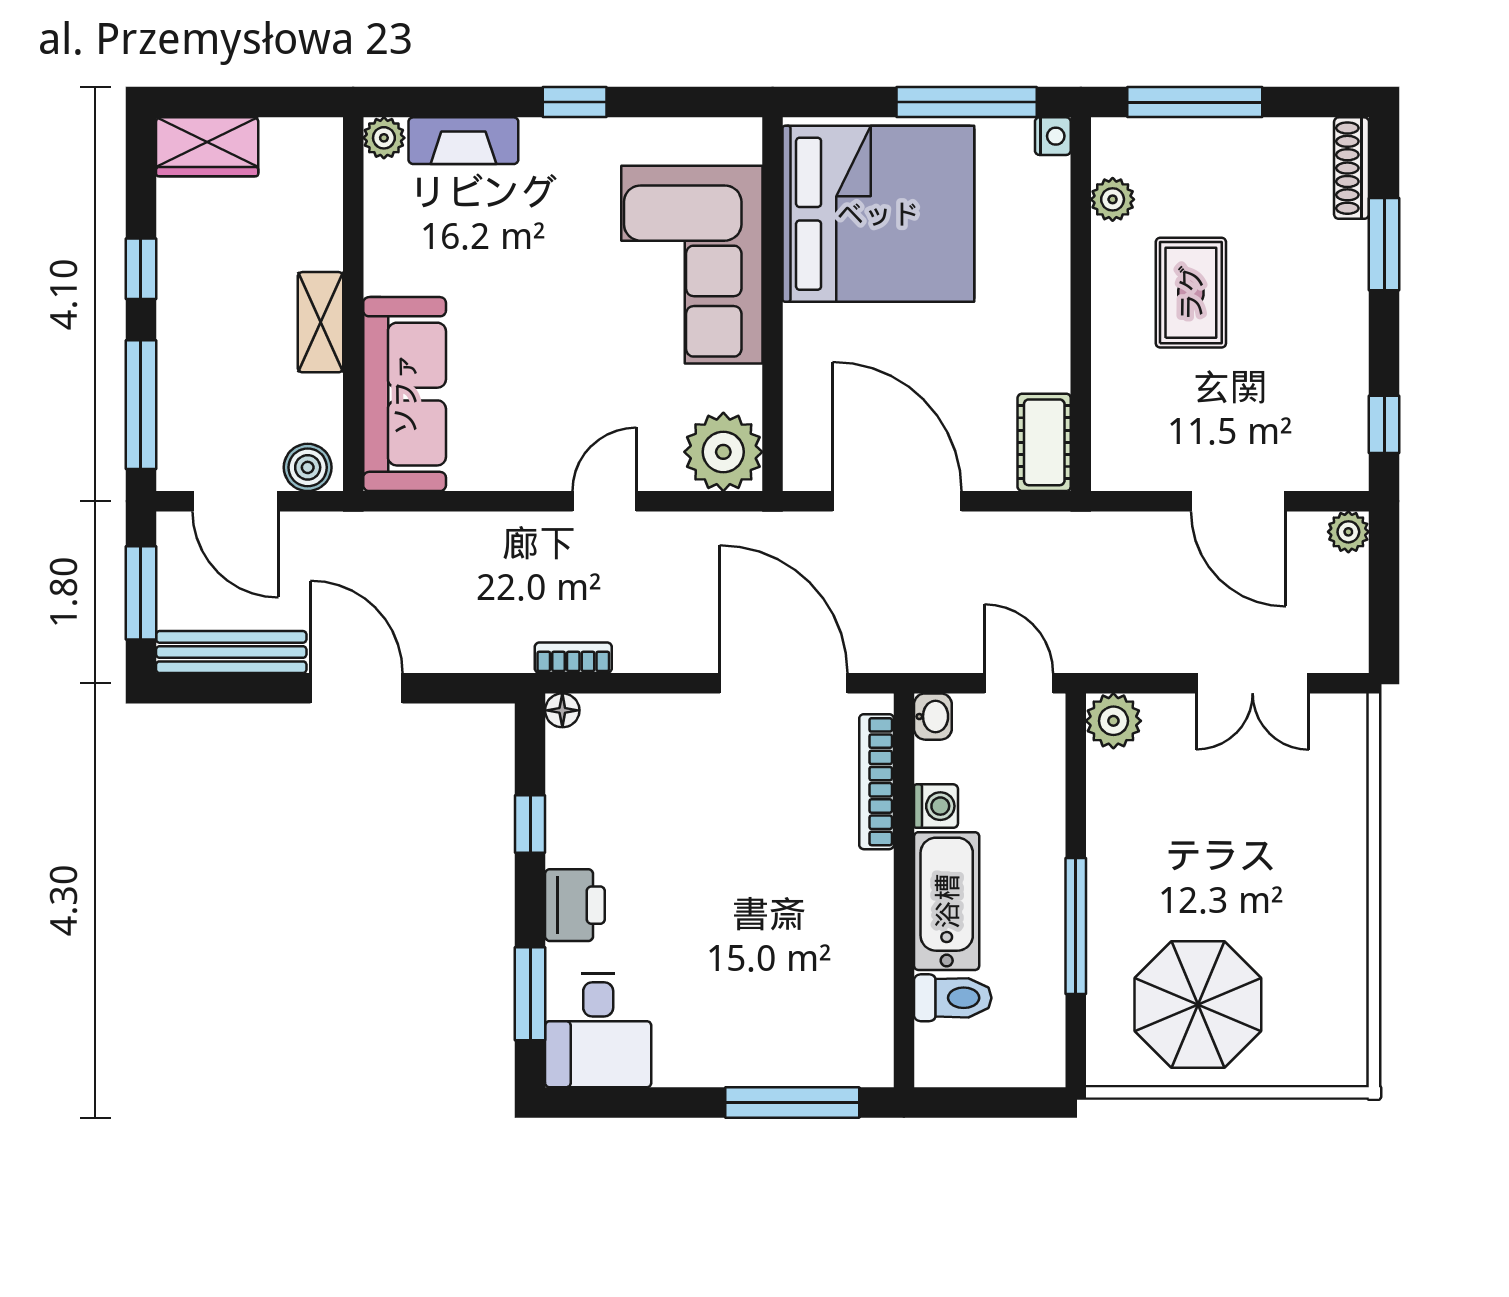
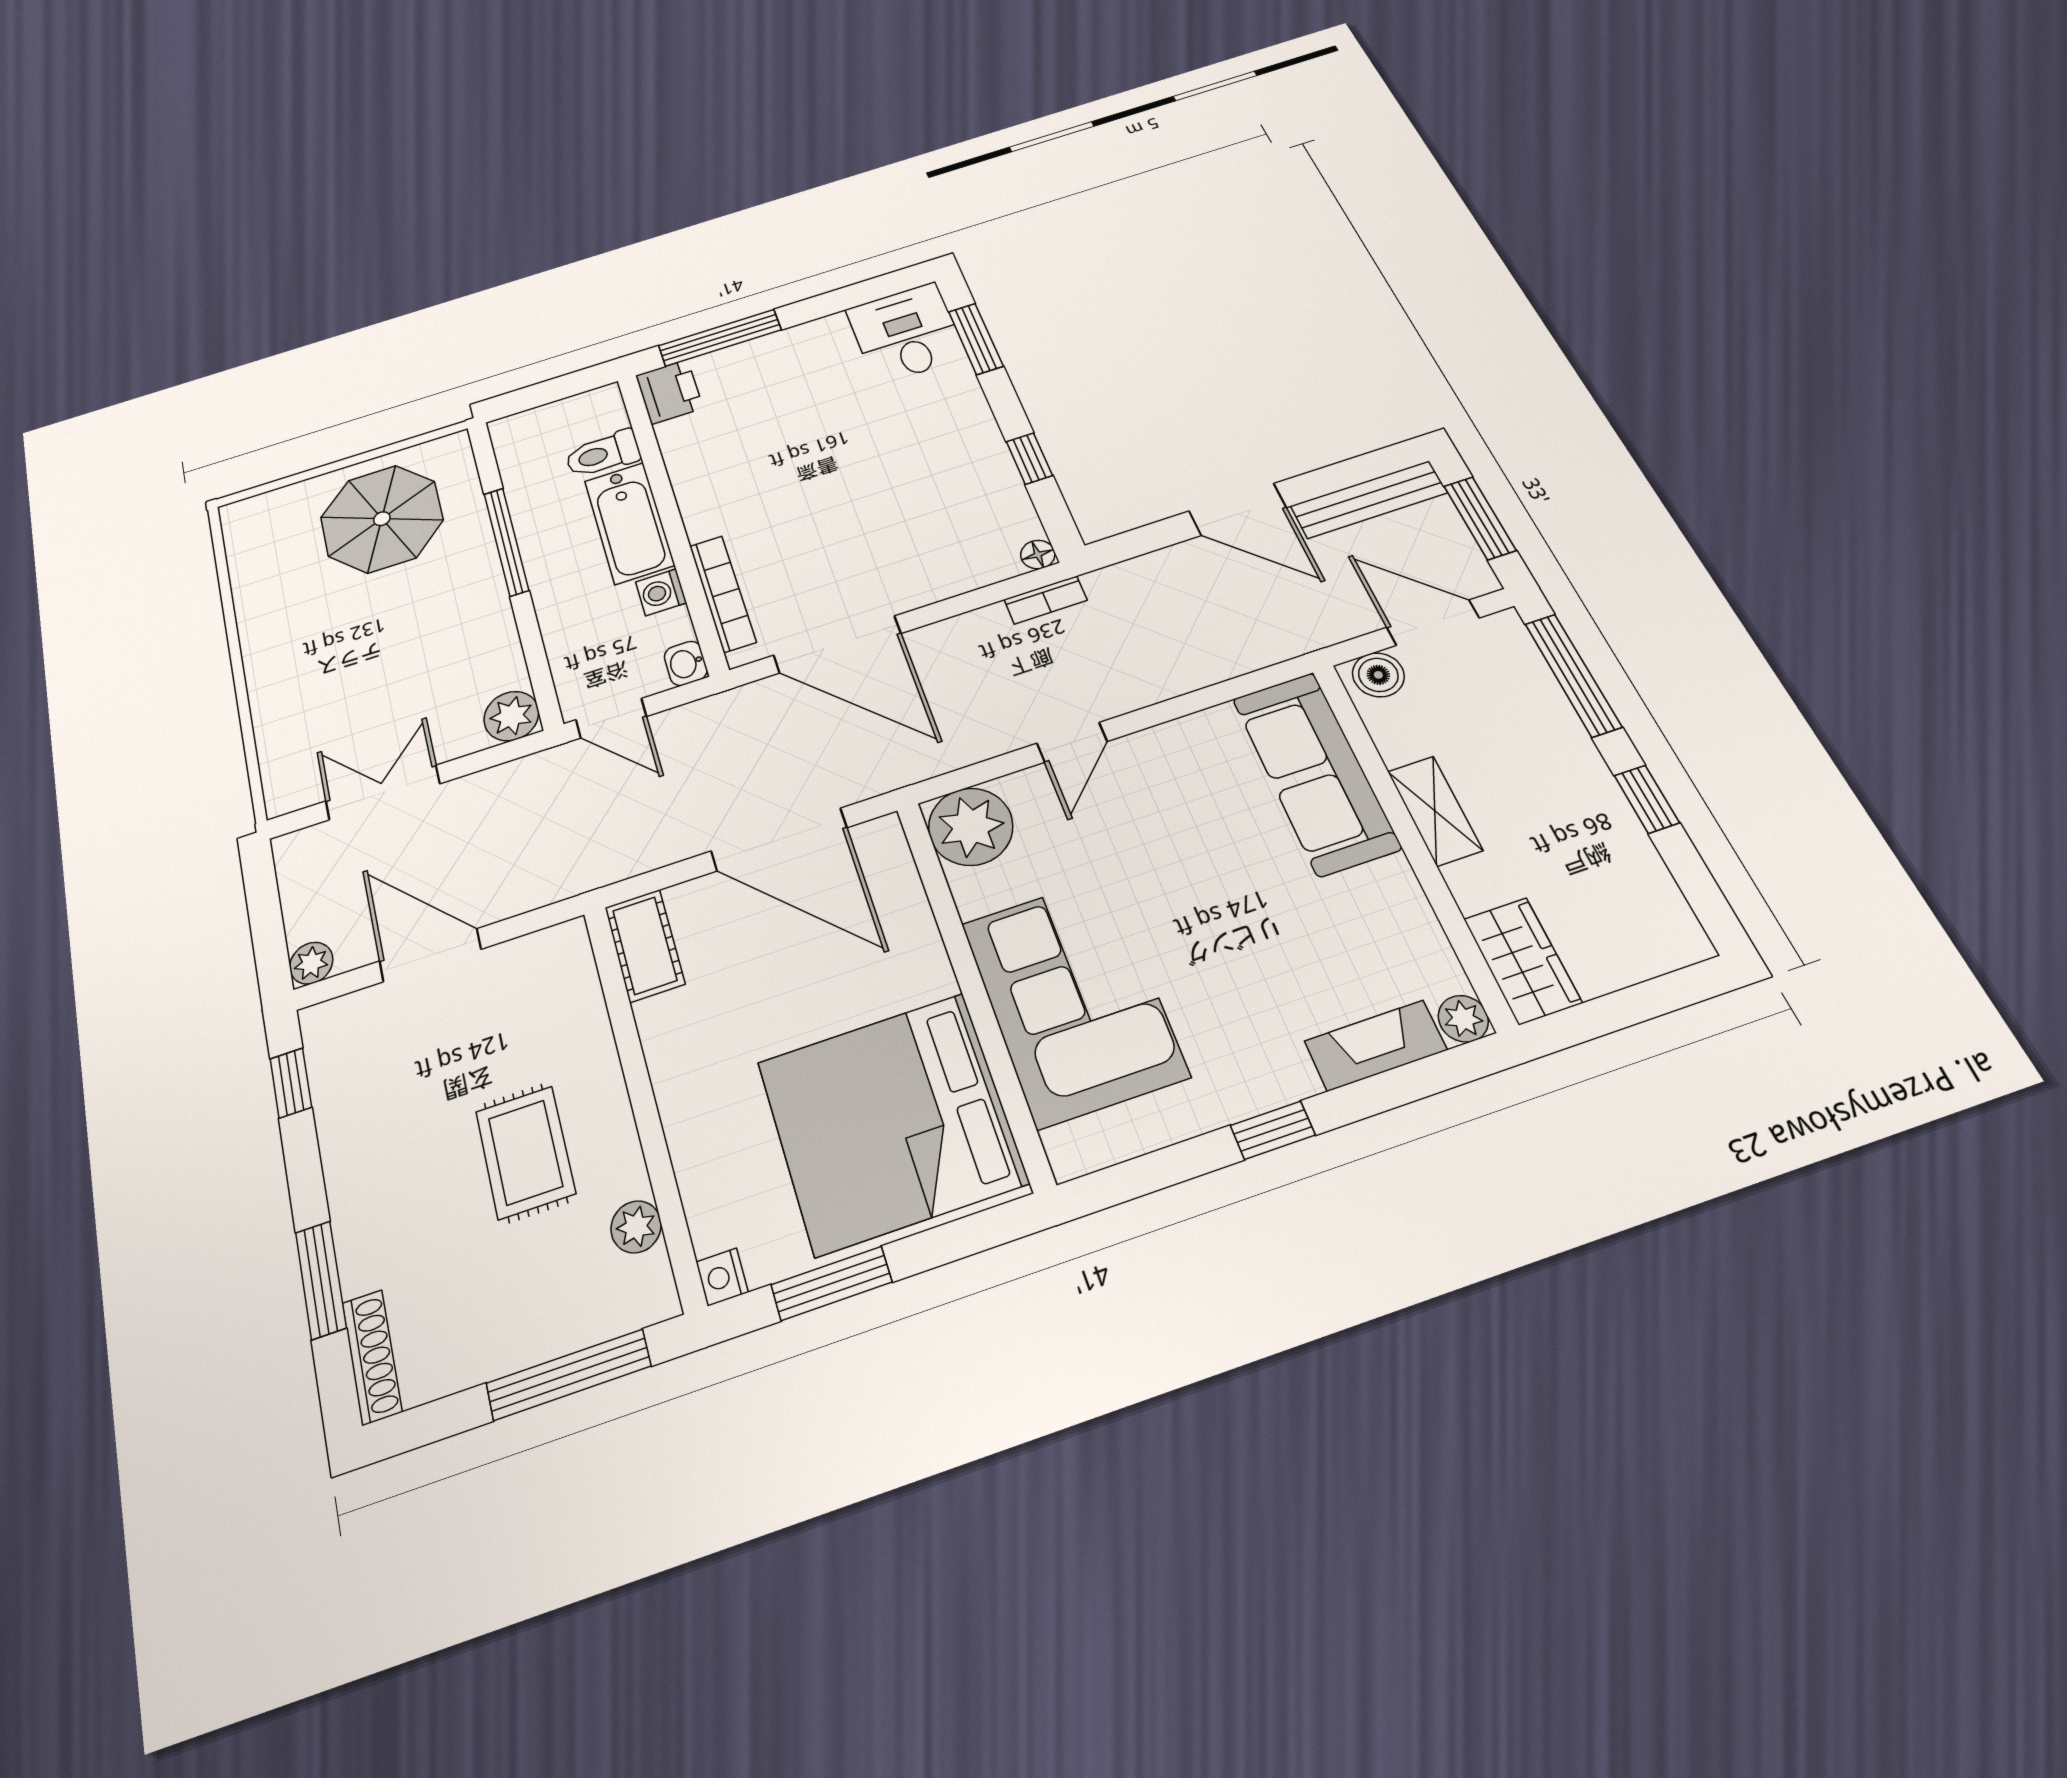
window: (967, 102) -> (831, 1283), width x0.69
wardrobe: (207, 147) -> (1522, 961), moved, turned 90
printer: (575, 905) -> (669, 392), moved, turned 180

